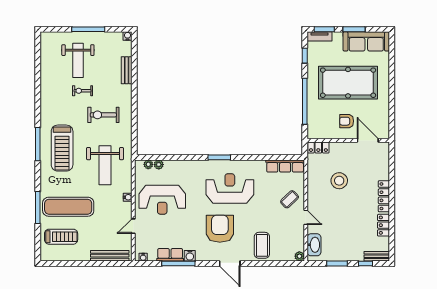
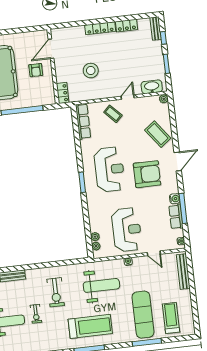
reception desk: (230, 189) -> (109, 169), turned 180
armchair: (220, 229) -> (147, 174), turned 180
coffee table: (262, 245) -> (158, 134), turned 53

